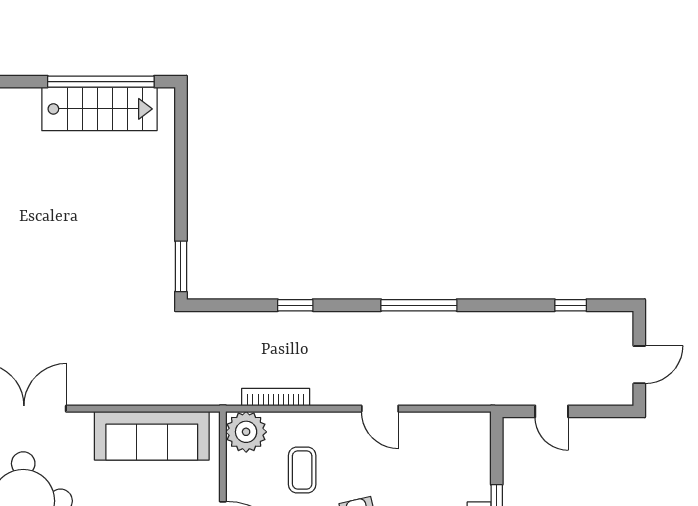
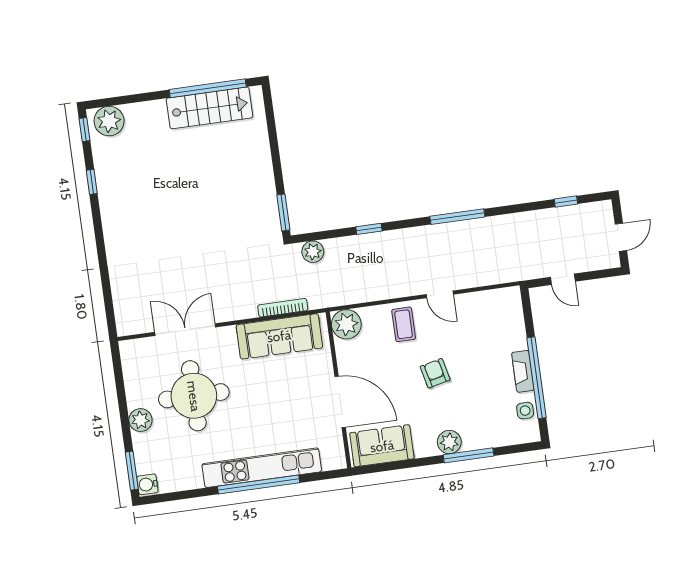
plant: (214, 326) -> (313, 252), added
bookcase: (276, 397) -> (283, 308), moved
coffee table: (302, 470) -> (404, 324), moved

